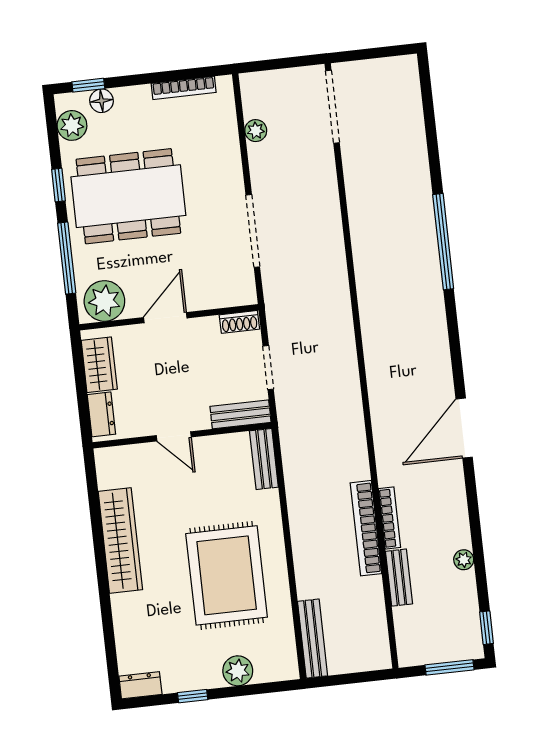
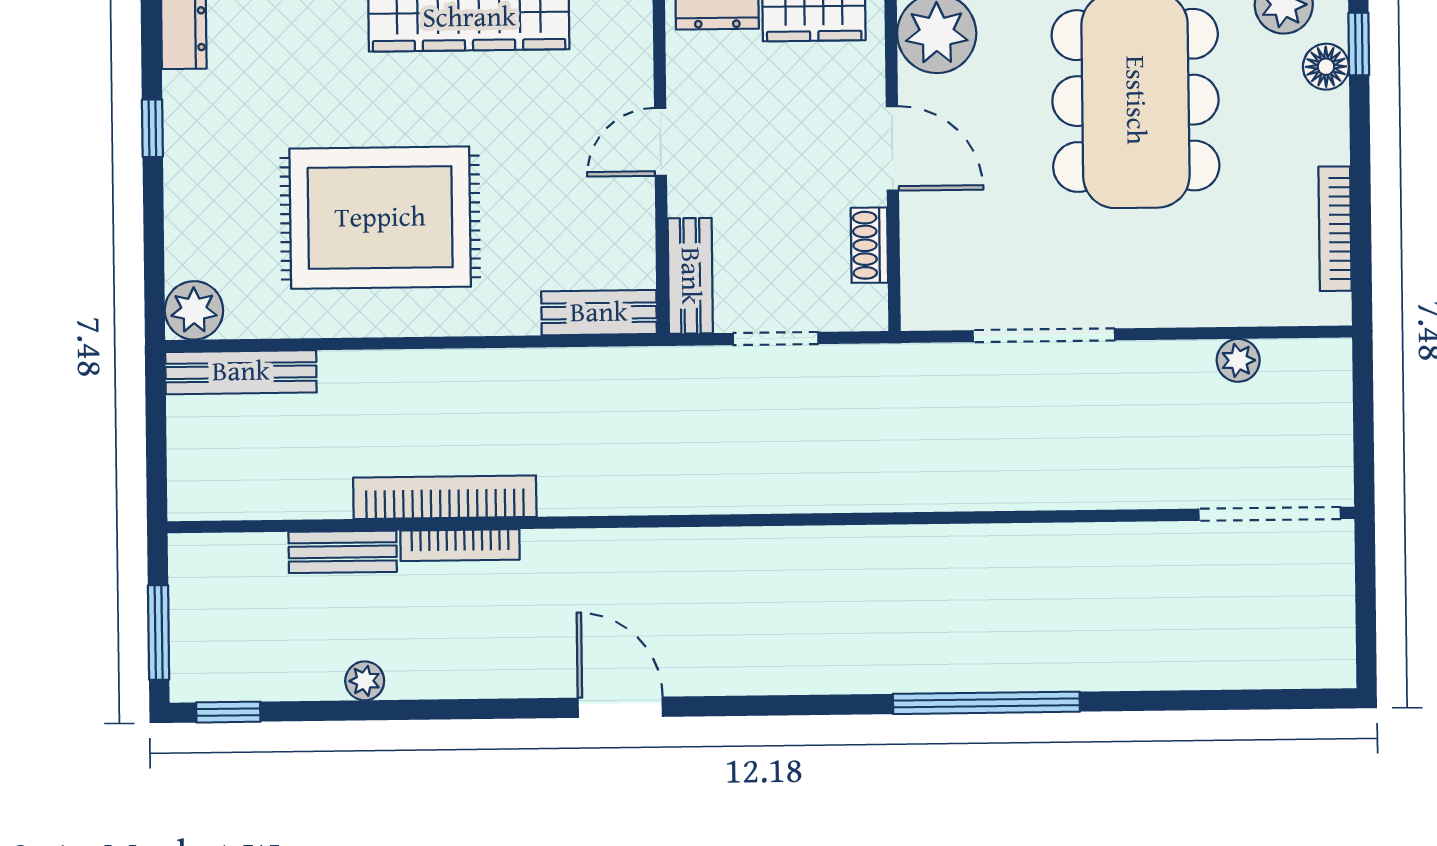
shoe rack: (239, 322) -> (869, 245), moved
door: (464, 428) -> (620, 707), width x0.73
plant: (238, 671) -> (194, 310), moved

